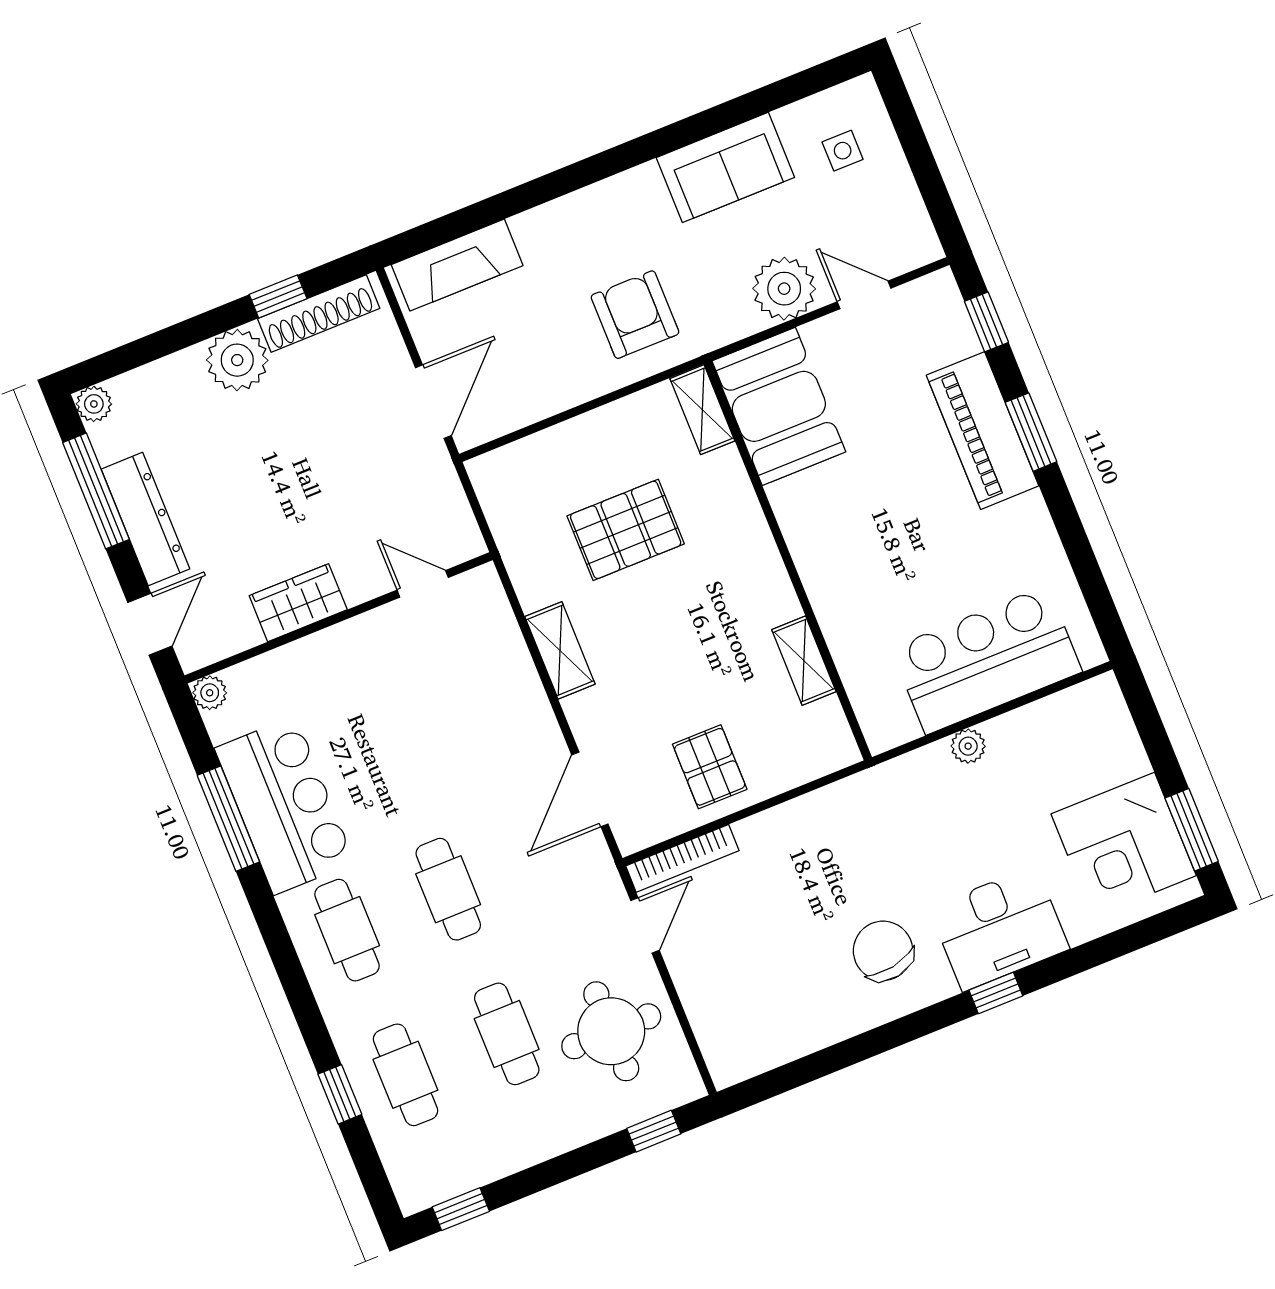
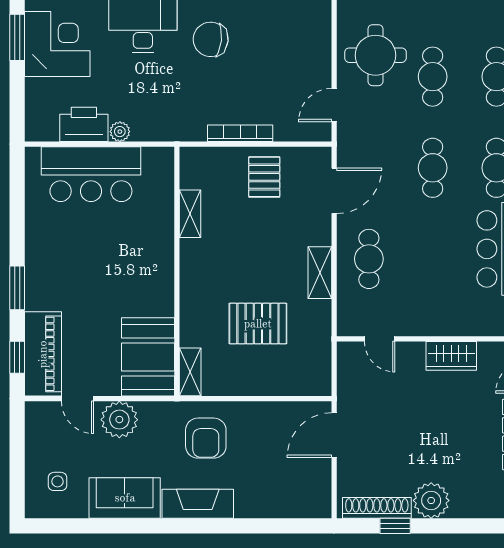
fireplace: (457, 265) -> (198, 504), moved
piano: (983, 431) -> (43, 354), moved
cafe table: (491, 704) -> (369, 259), added
printer: (1030, 734) -> (84, 124), added
bookcase: (682, 858) -> (240, 133), moved
chair: (883, 951) -> (211, 39), turned 106

